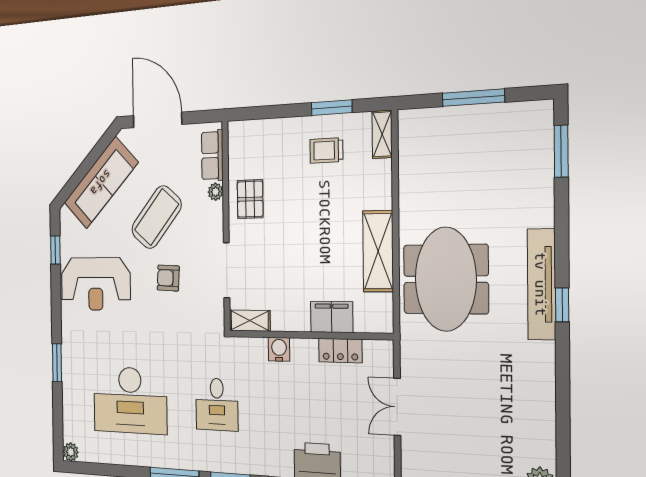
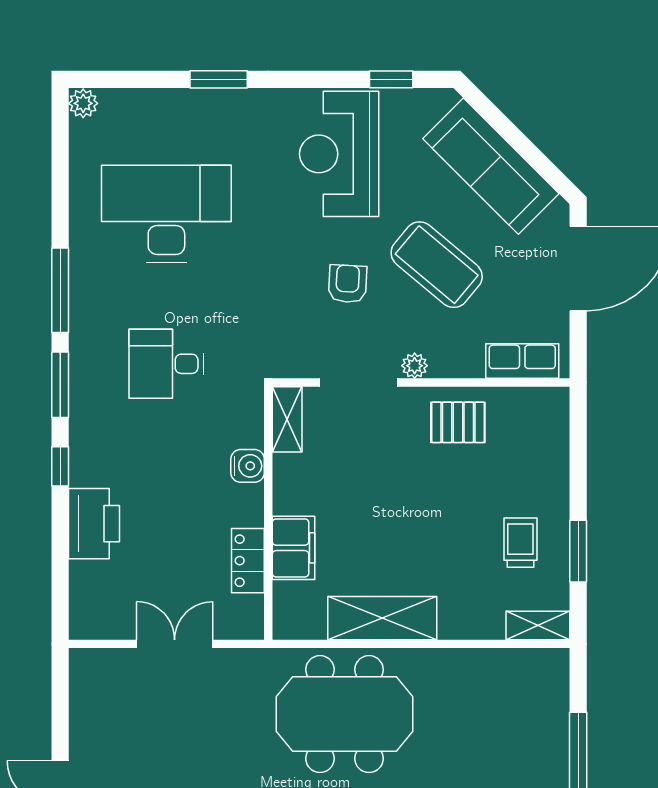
plant: (215, 192) -> (415, 366), moved
desk: (130, 400) -> (166, 214), turned 90

